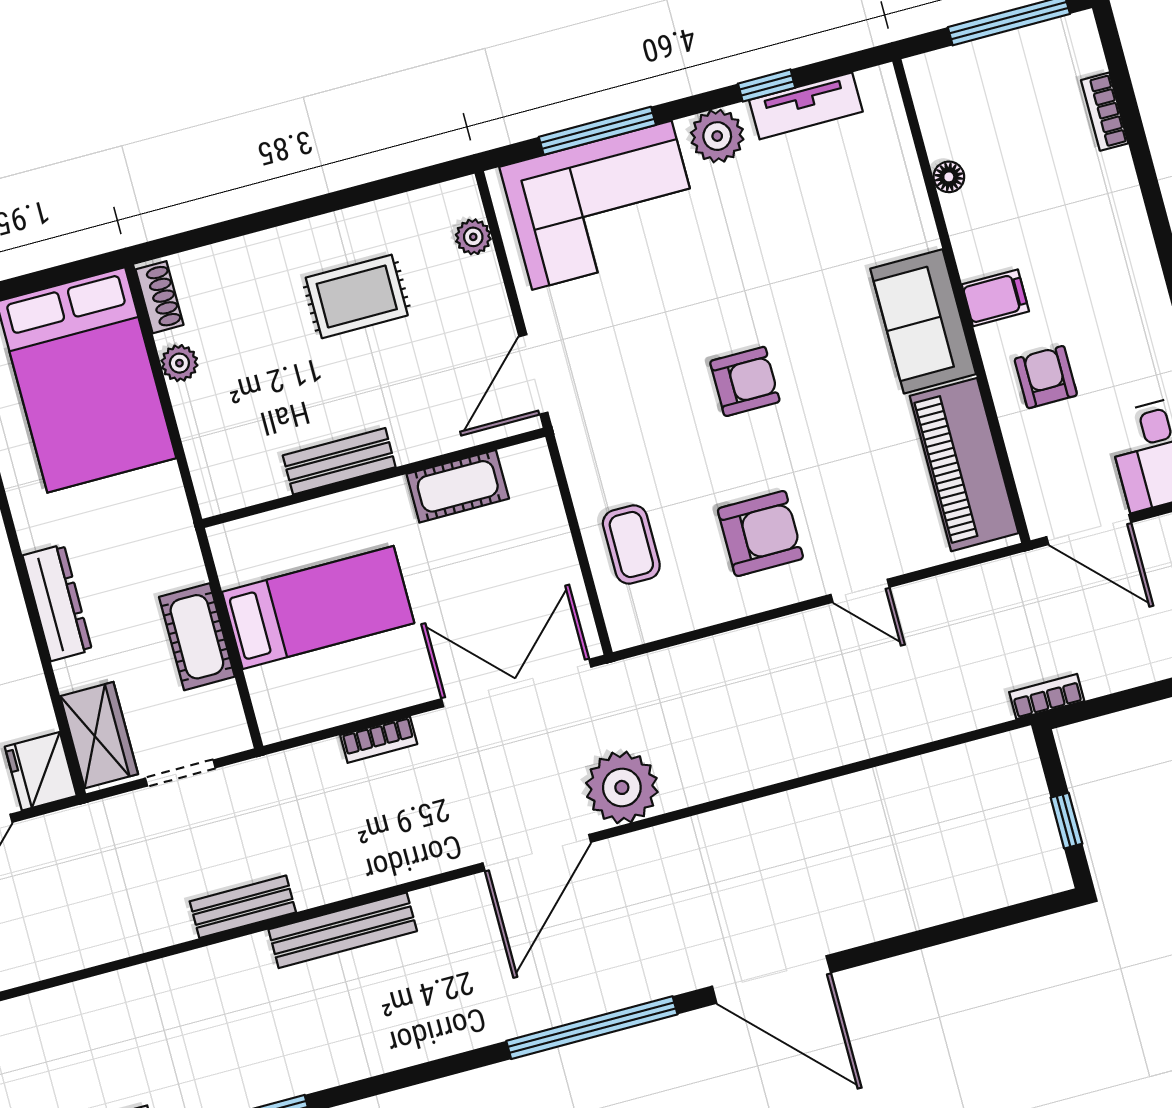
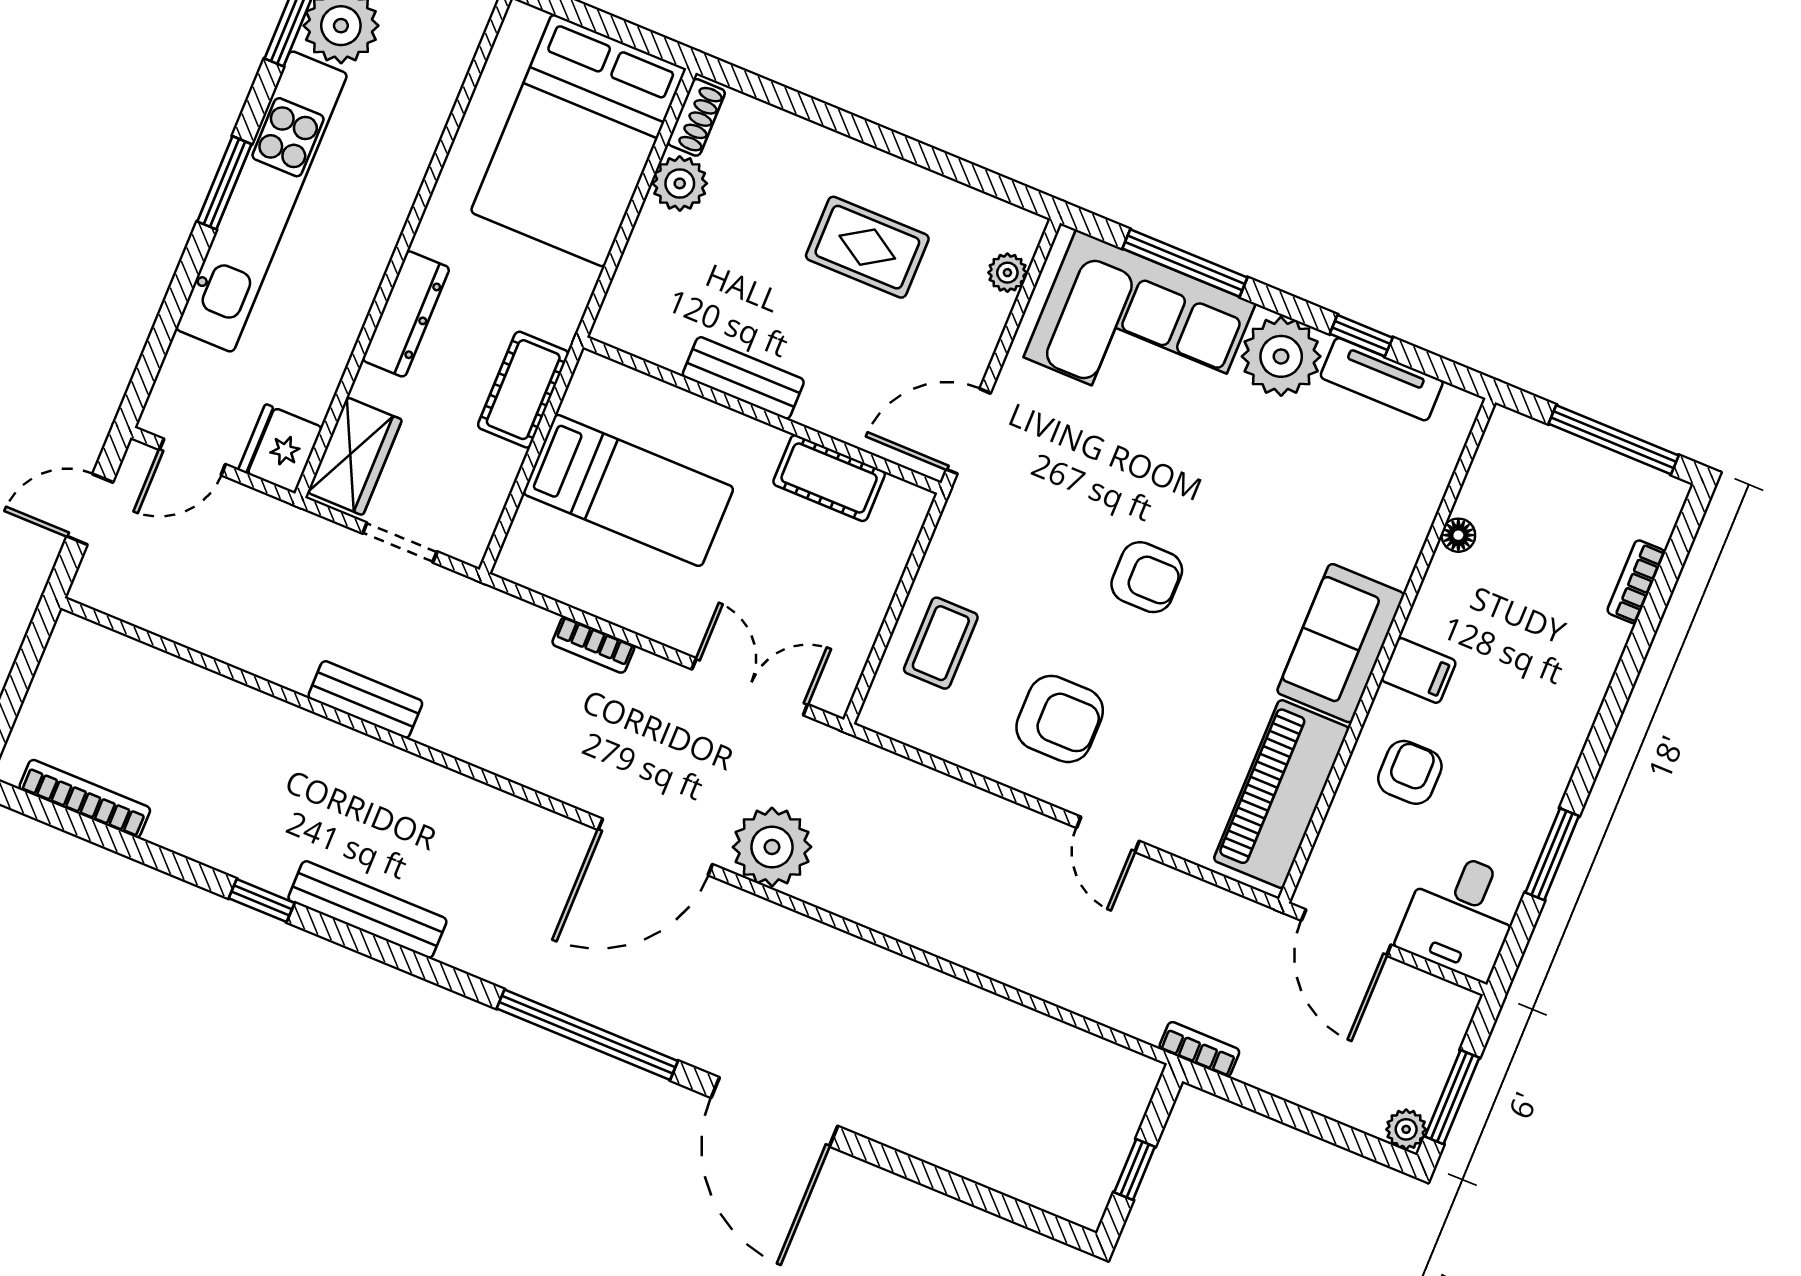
plant: (717, 136) -> (1281, 356), width x1.36, depth x1.36
plant: (179, 363) -> (680, 183), width x1.38, depth x1.38
cot: (197, 637) -> (523, 390), moved
double door: (516, 683) -> (750, 687), width x0.73
bench: (343, 930) -> (367, 909), moved

